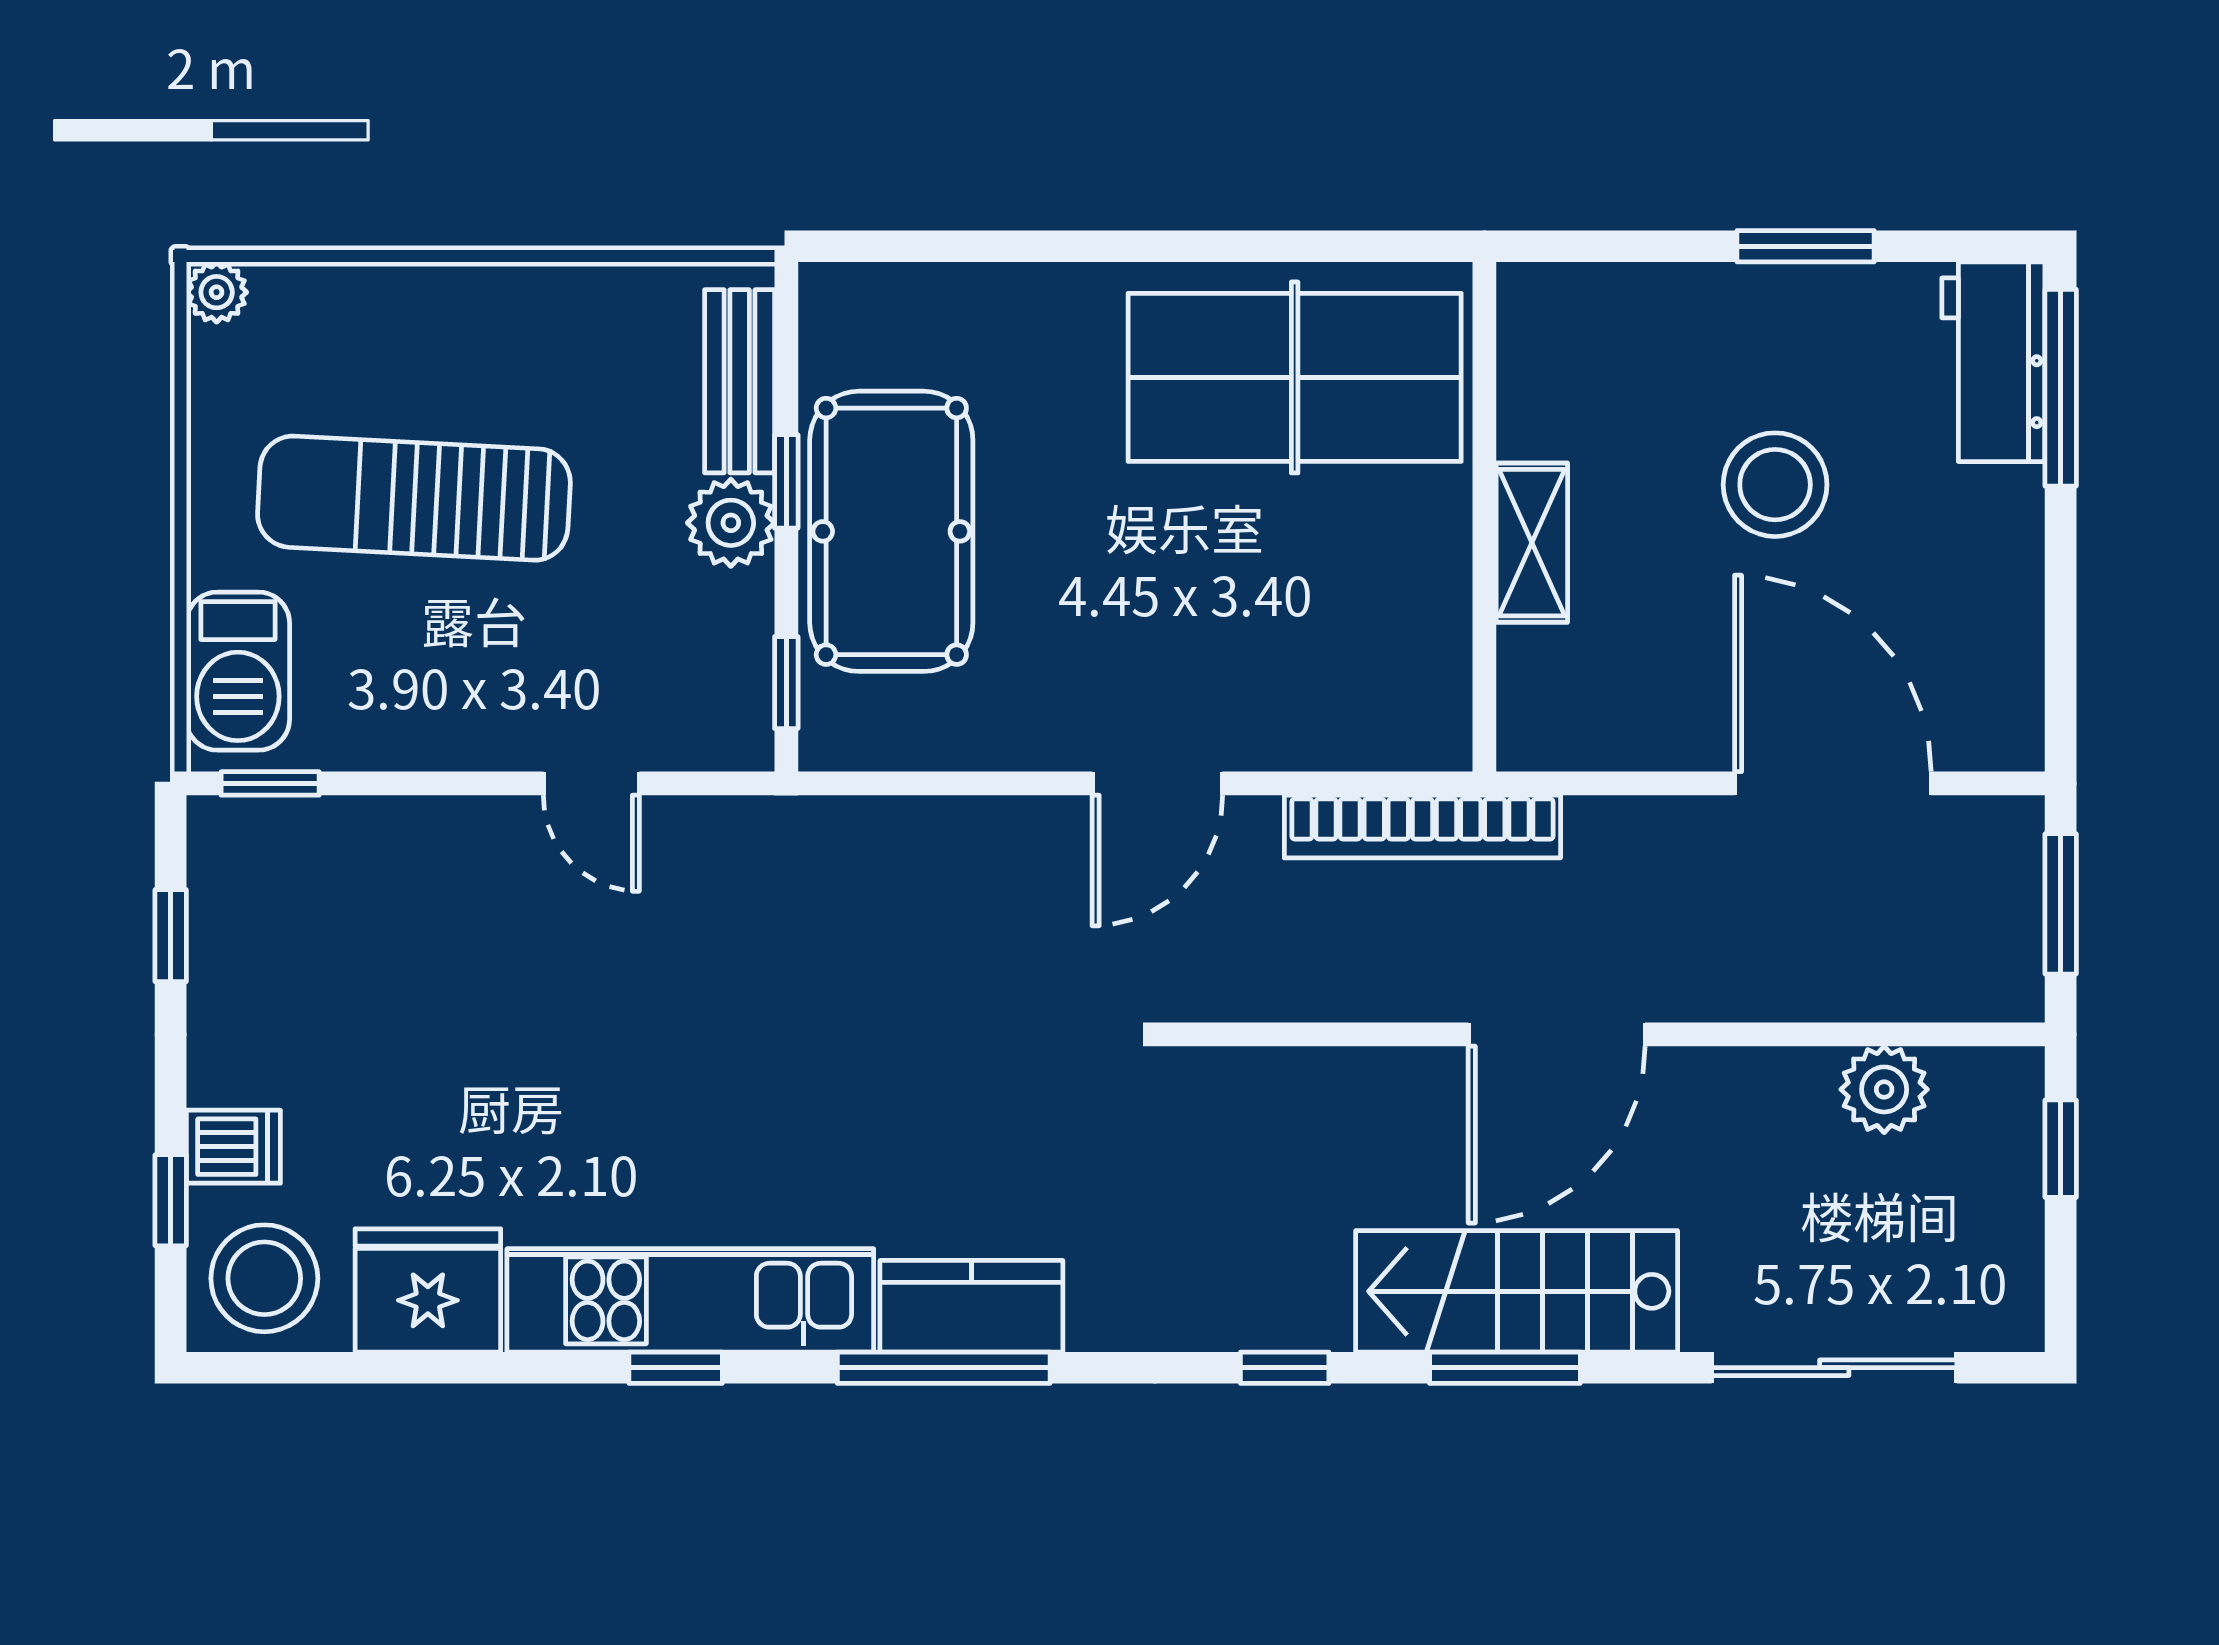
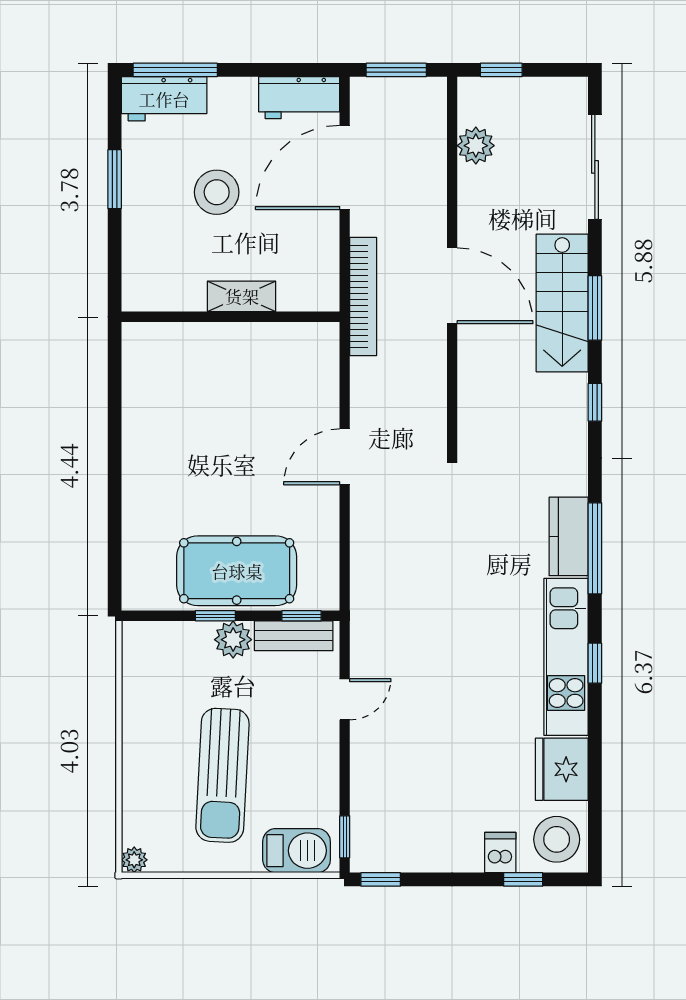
table tennis table: (1295, 377) -> (171, 398), removed
bench: (740, 381) -> (294, 636), moved
workbench: (1996, 677) -> (299, 98), added
door: (1157, 783) -> (345, 457), swing flipped
bookcase: (1422, 827) -> (363, 297), moved
window: (171, 936) -> (381, 879), moved

